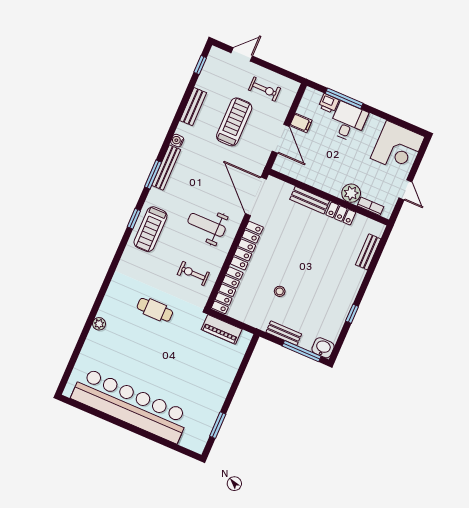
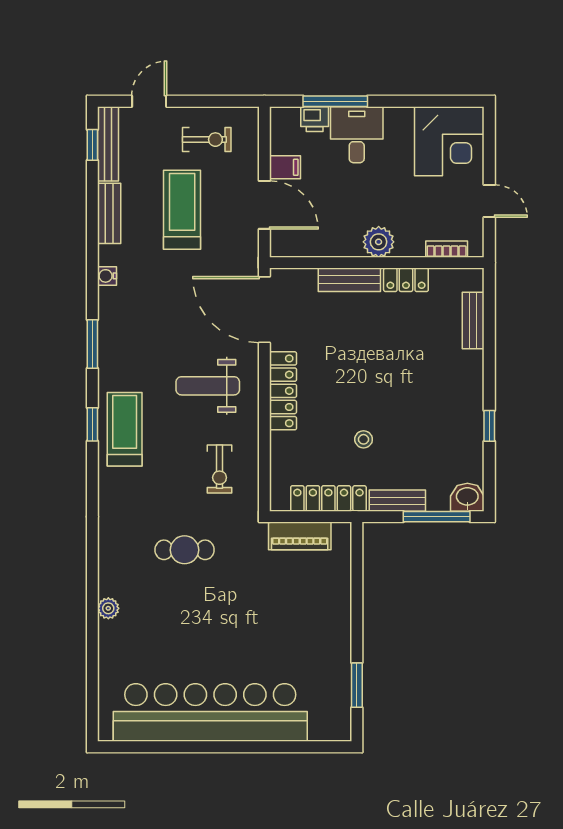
bench: (166, 168) -> (108, 144), moved
plant: (351, 193) -> (379, 242), moved
treadmill: (150, 229) -> (125, 429), turned 180
exercise bike: (193, 274) -> (220, 469), turned -90
locker: (227, 290) -> (328, 498), moved, turned -90

